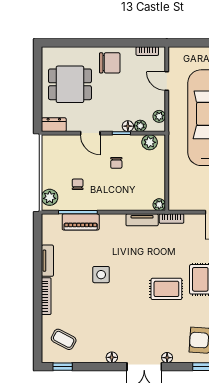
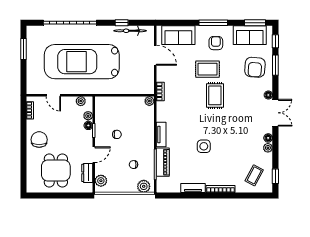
door: (167, 81) -> (53, 95), hinge flipped
dresser: (54, 125) -> (87, 173), moved
plant: (150, 142) -> (101, 181), moved
tv unit: (142, 220) -> (161, 134), moved
plant: (99, 357) -> (268, 148), added

